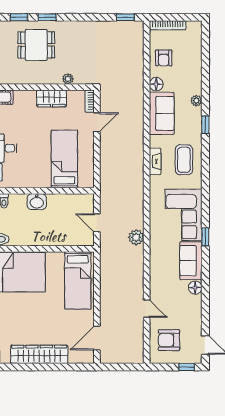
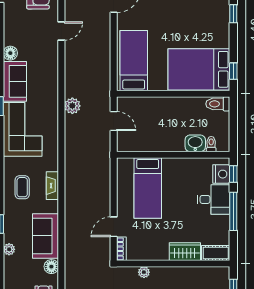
wardrobe: (51, 98) -> (185, 252), moved
coffee table: (184, 160) -> (22, 187), width x0.73, depth x0.77
washbasin: (37, 202) -> (195, 143), moved
door: (147, 309) -> (61, 31), swing flipped

